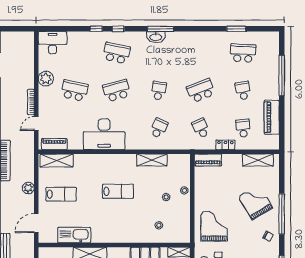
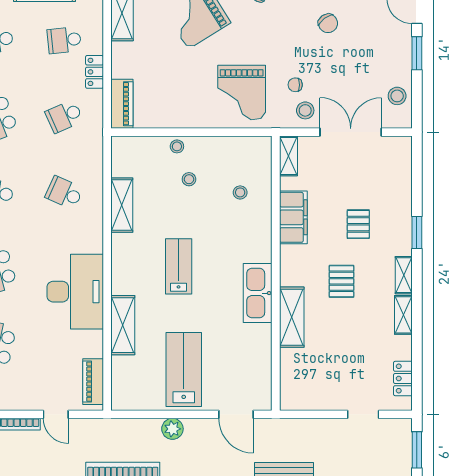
shelving: (57, 160) -> (123, 325), moved
lab bench: (61, 194) -> (184, 369), width x1.36, depth x1.39
grand piano: (214, 226) -> (242, 92), turned -90
kitchen sink: (74, 235) -> (258, 293), moved

